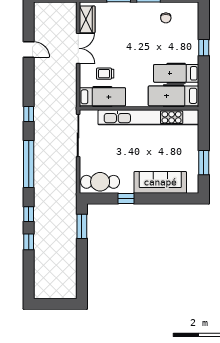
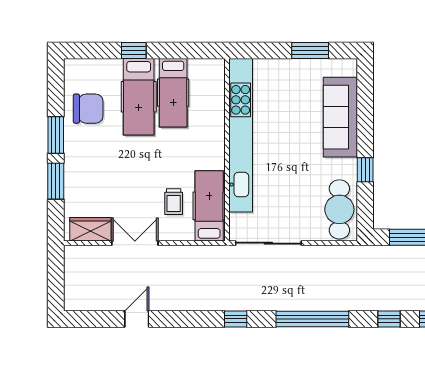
chair: (166, 18) -> (88, 109), width x1.87, depth x1.87
hospital bed: (174, 96) -> (139, 97), moved

